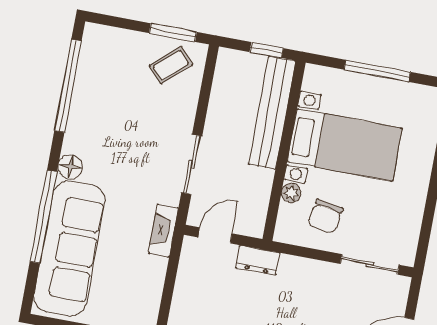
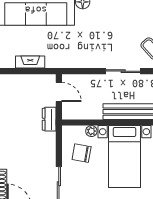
sliding door: (192, 164) -> (123, 71), moved
fireplace: (163, 231) -> (30, 62), moved

